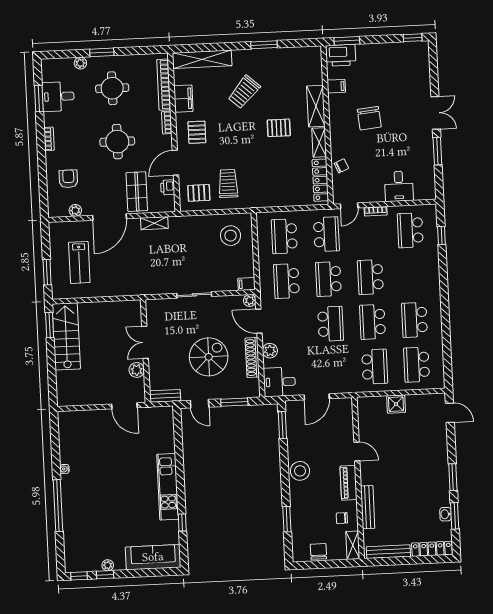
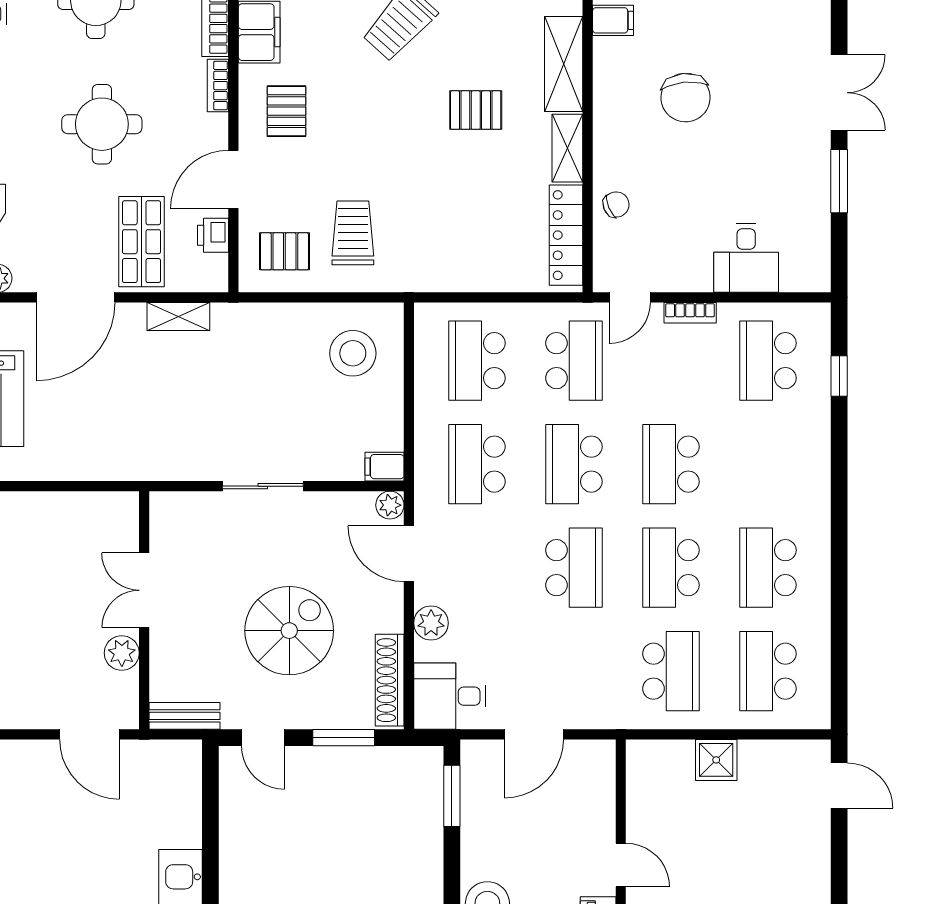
shoe rack: (252, 357) -> (390, 680), moved

